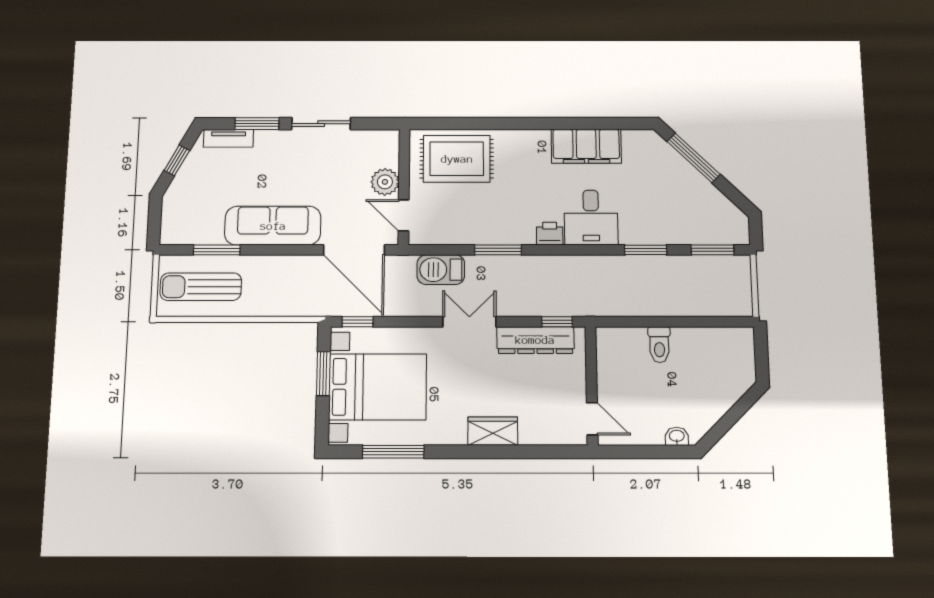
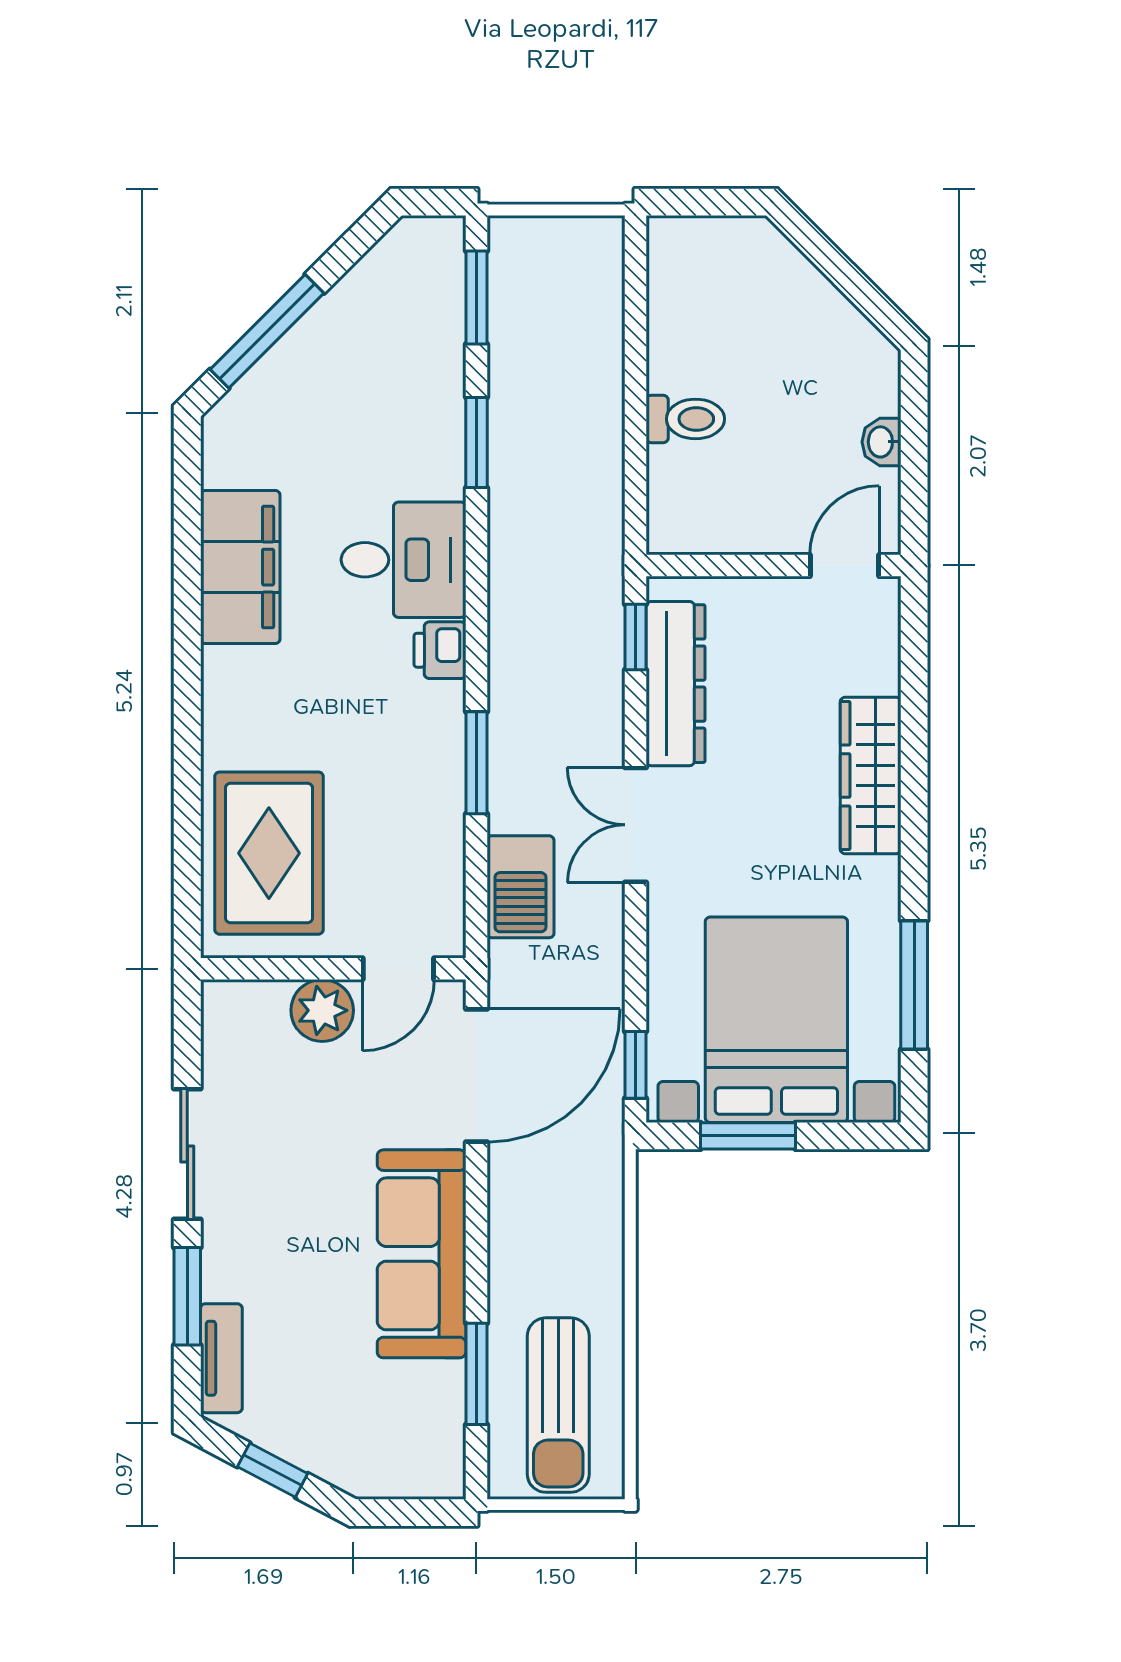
wardrobe: (493, 431) -> (871, 776), width x1.50
washbasin: (677, 436) -> (882, 442), moved

